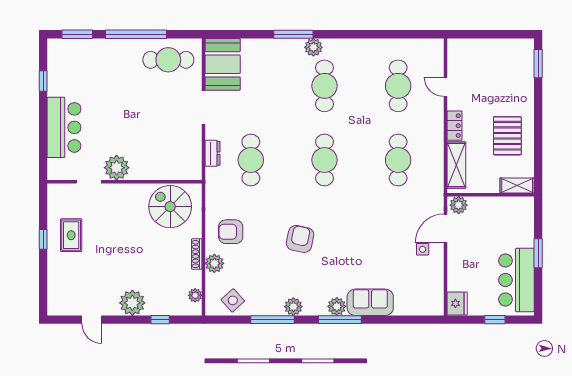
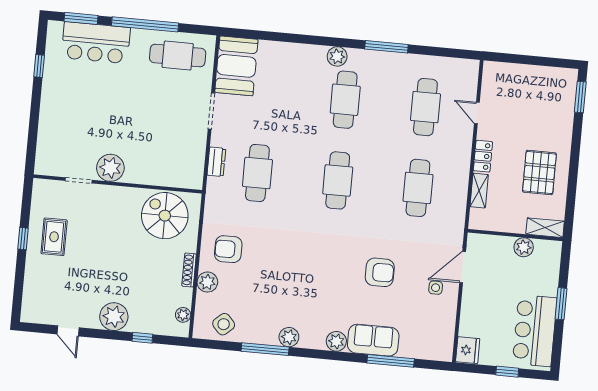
window: (293, 34) -> (386, 47), moved
bar counter: (64, 127) -> (96, 43), moved, turned 90
shelving: (456, 165) -> (479, 191), width x0.67, depth x0.75
plant: (459, 205) -> (524, 247), moved
armchair: (300, 239) -> (380, 272), moved, turned 78
window: (340, 320) -> (391, 361), moved

